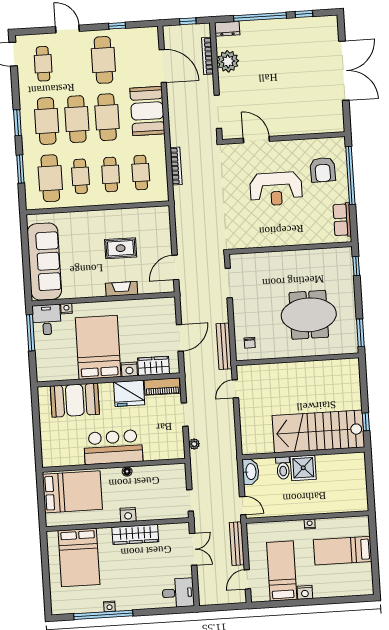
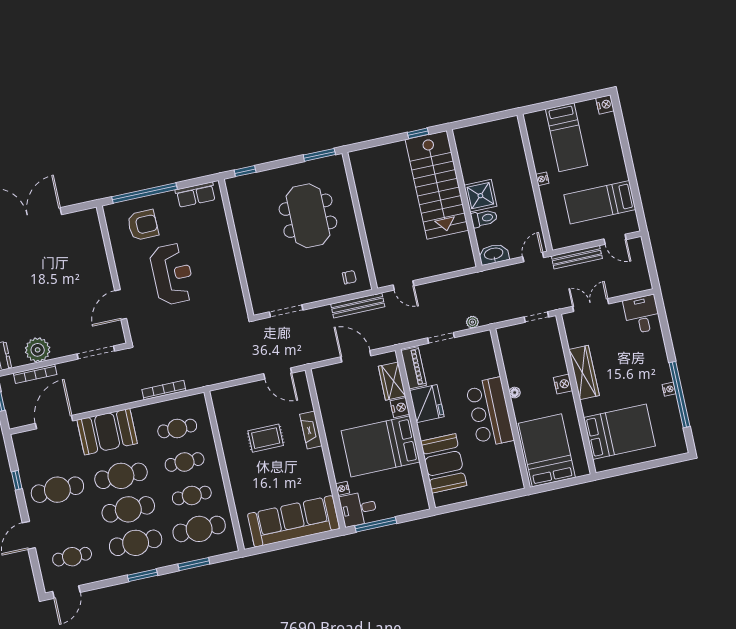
rug: (121, 248) -> (266, 438), turned 90
nightstand: (305, 592) -> (605, 104), moved

